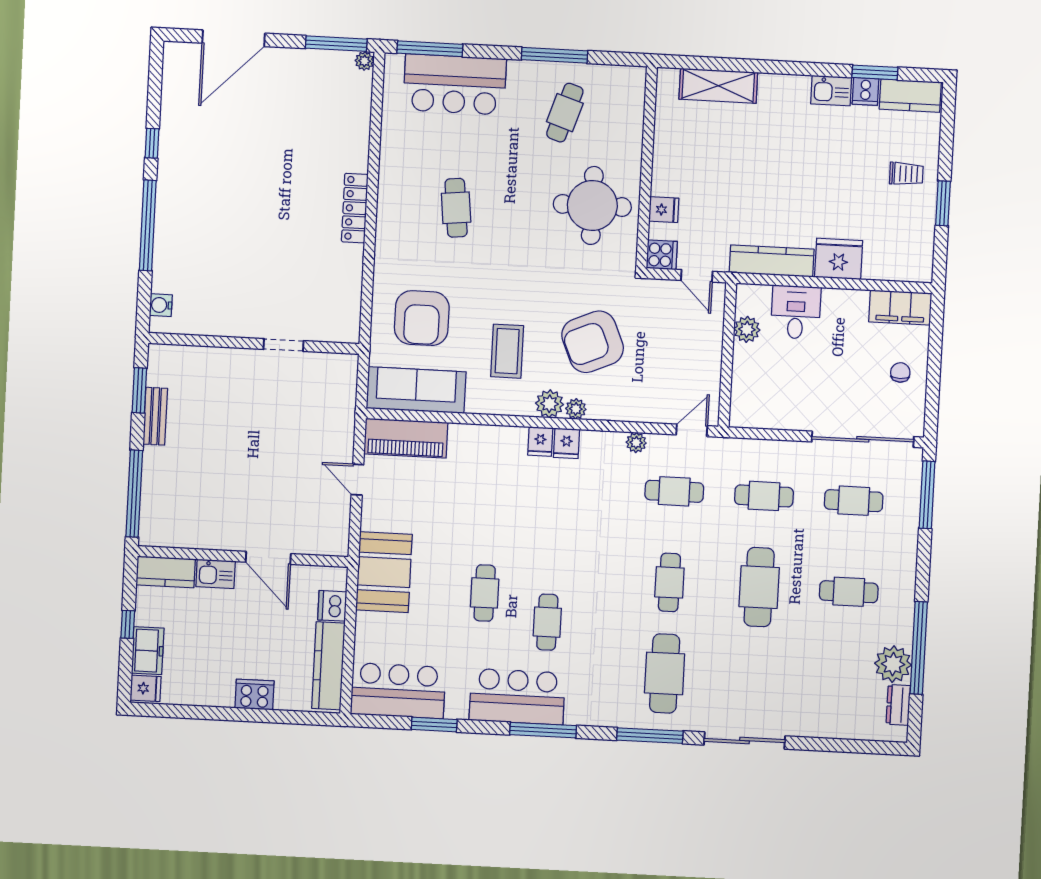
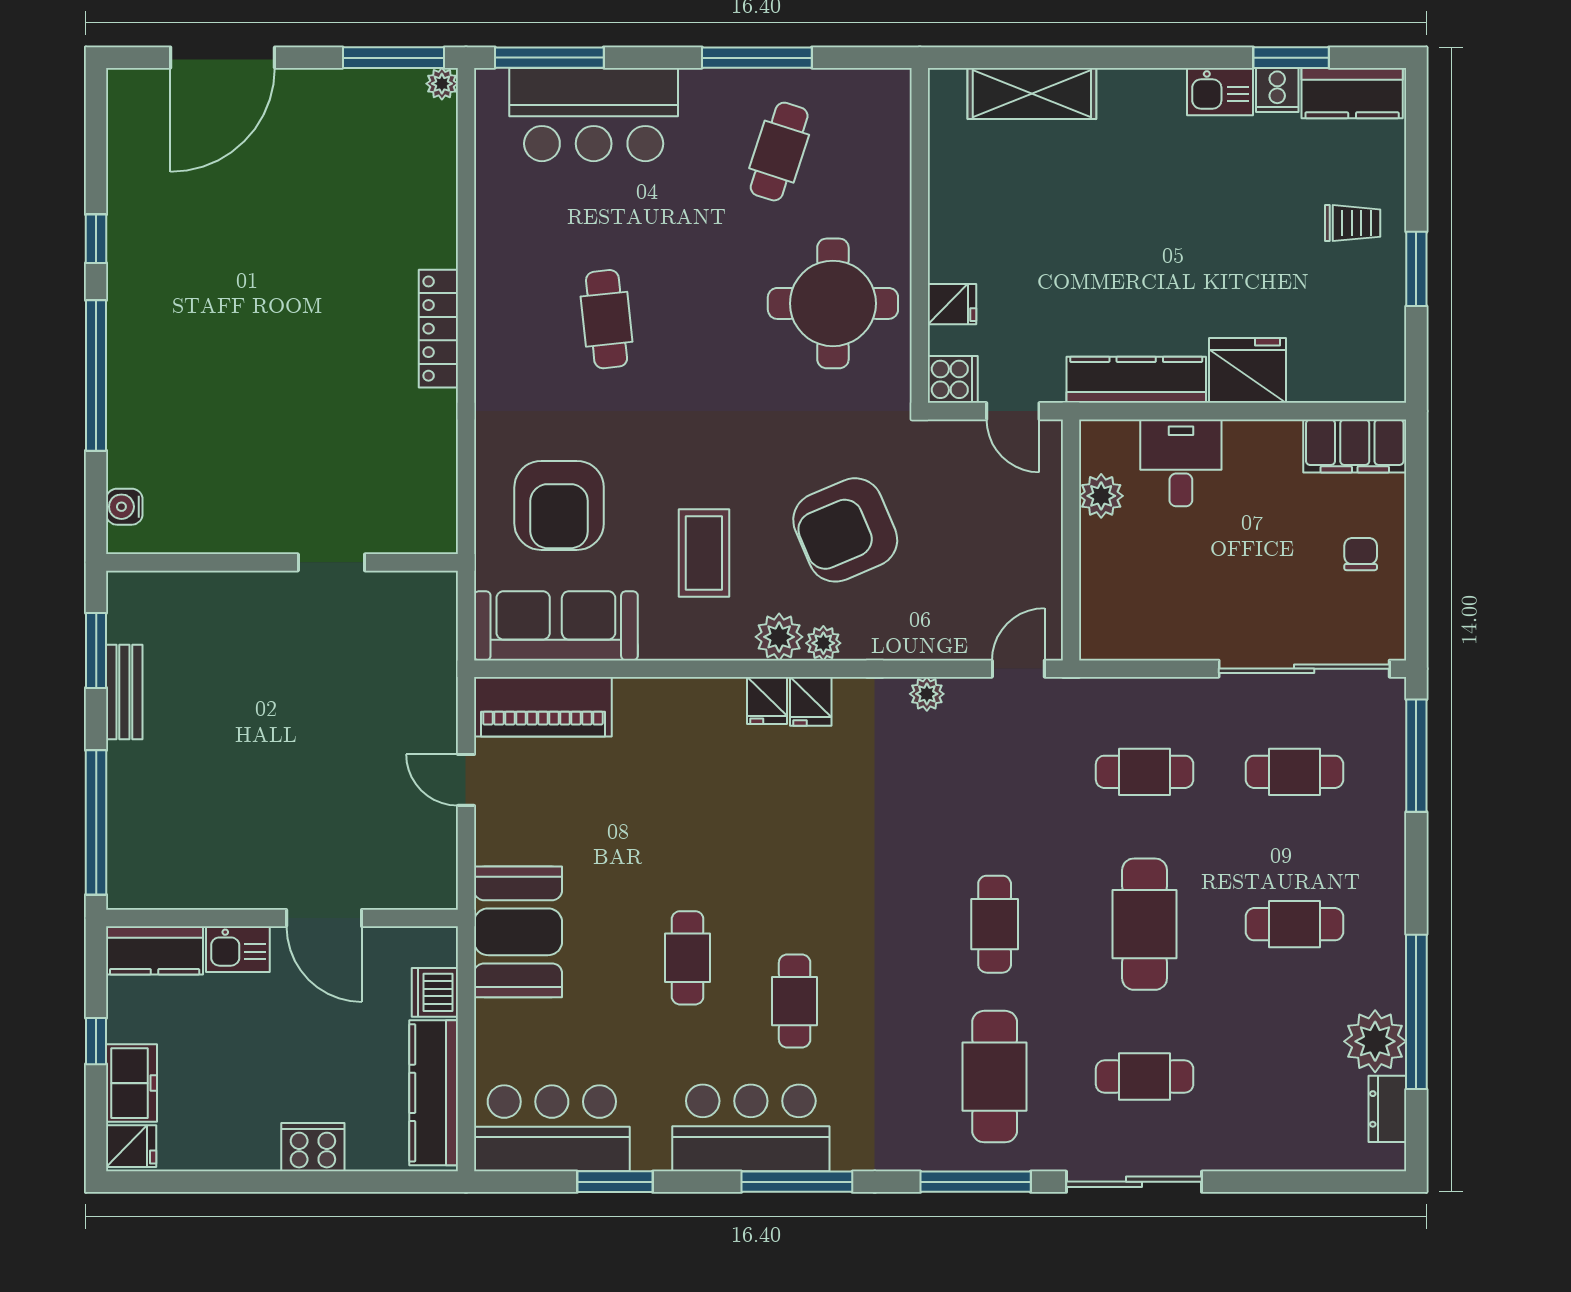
cafe table: (674, 491) -> (1145, 1077), moved

